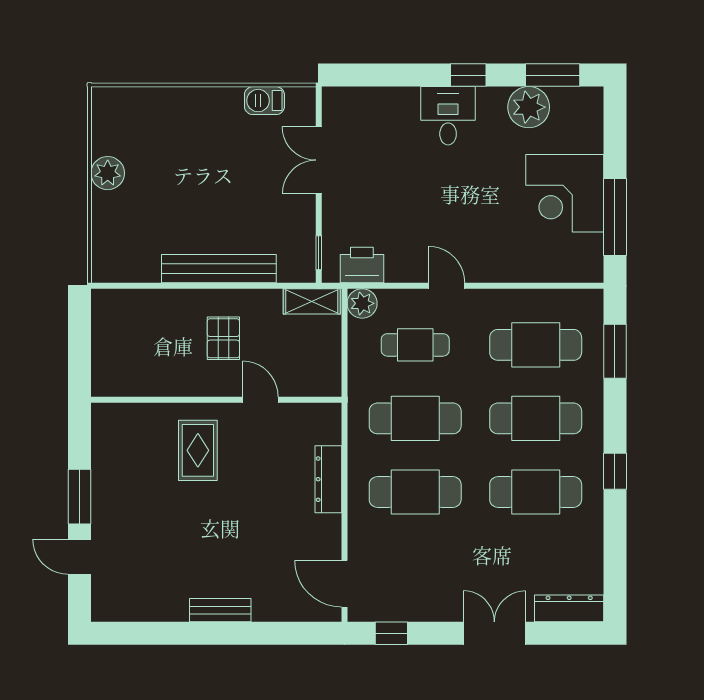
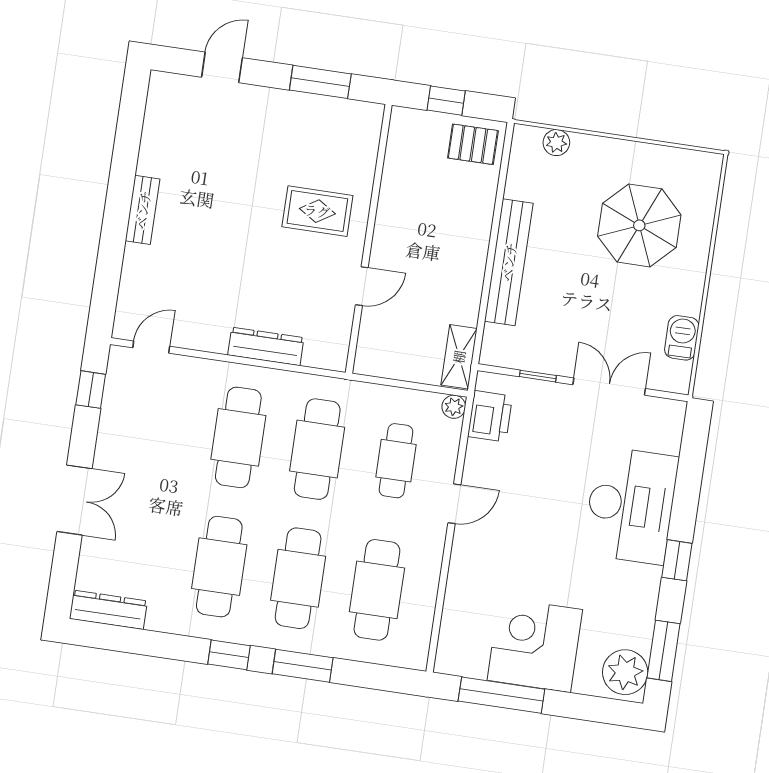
plant: (529, 107) -> (625, 672), moved
desk: (448, 116) -> (631, 505), width x1.87, depth x1.30
parasol: (168, 154) -> (639, 225), added
plant: (108, 173) -> (556, 143), moved, width x0.73, depth x0.73
window: (319, 253) -> (538, 376), moved
plant: (362, 303) -> (454, 407), width x0.73, depth x0.73
pallet: (223, 338) -> (473, 144), moved
window: (80, 348) -> (446, 101), added
window: (615, 351) -> (303, 666), moved
window: (80, 497) -> (320, 82), moved
door: (344, 584) -> (151, 347), width x0.73
dresser: (569, 608) -> (108, 610), moved, turned -90

